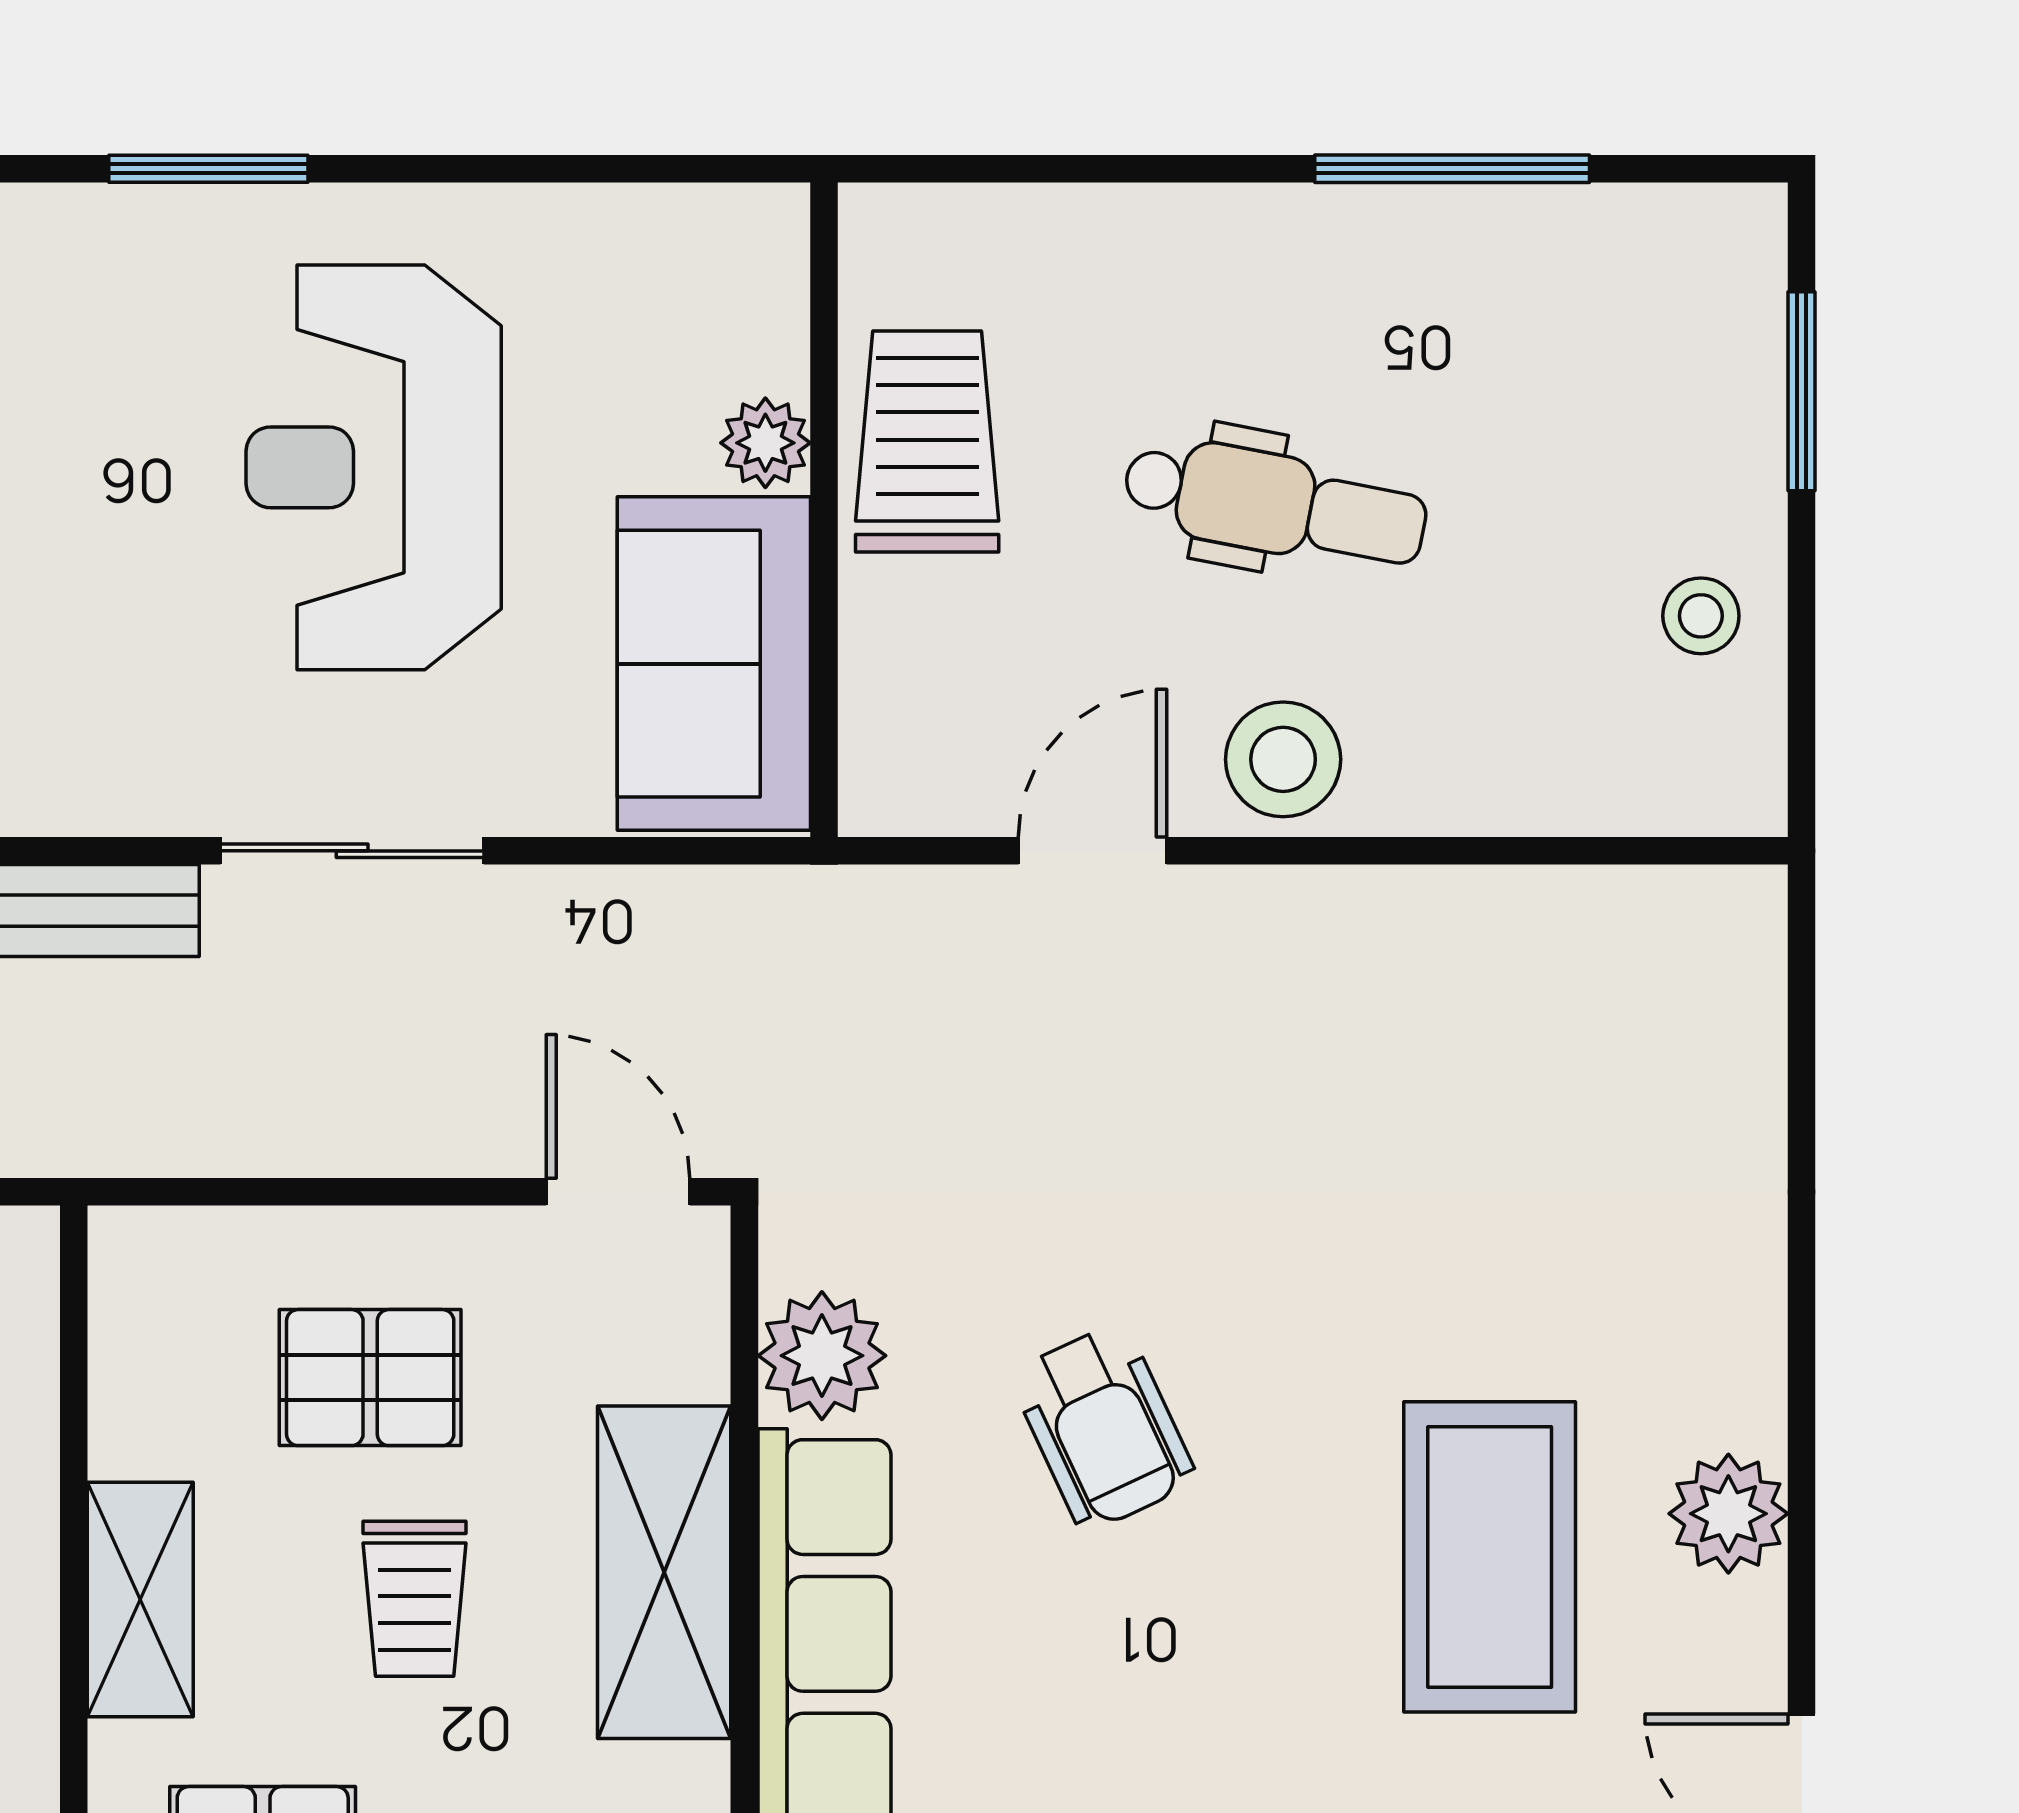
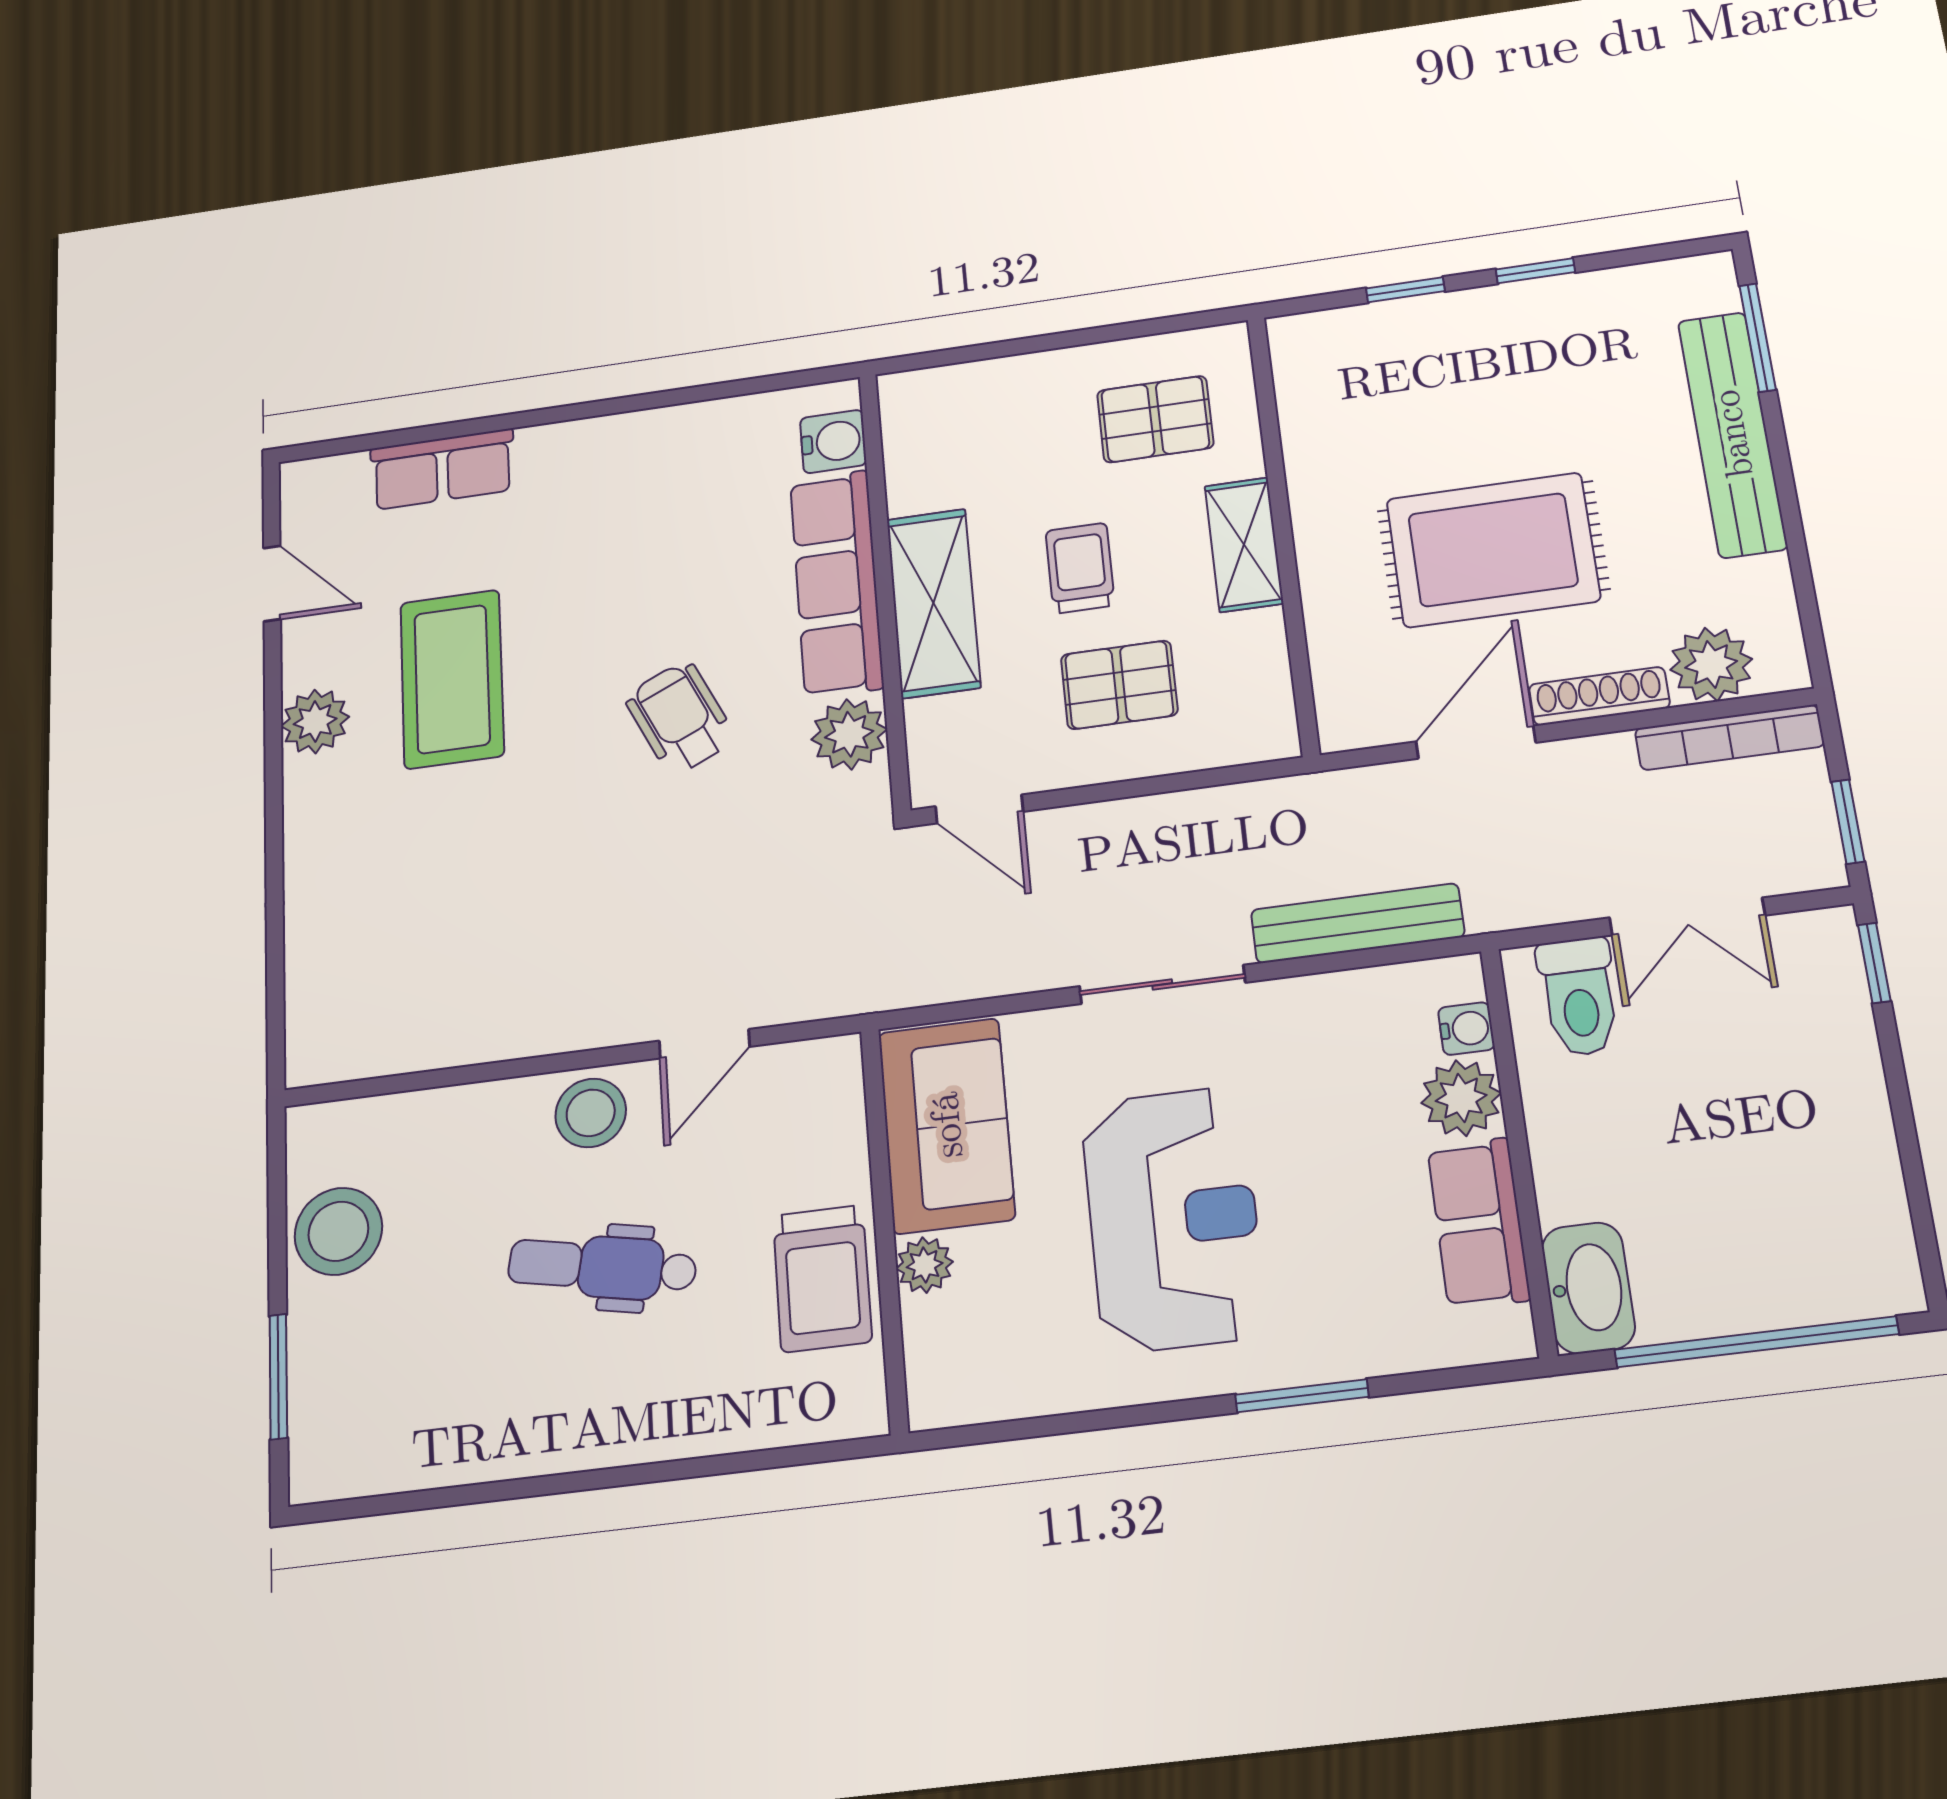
window: (1452, 169) -> (499, 1491), removed
stool: (1701, 616) -> (338, 1231), width x1.89, depth x1.89

